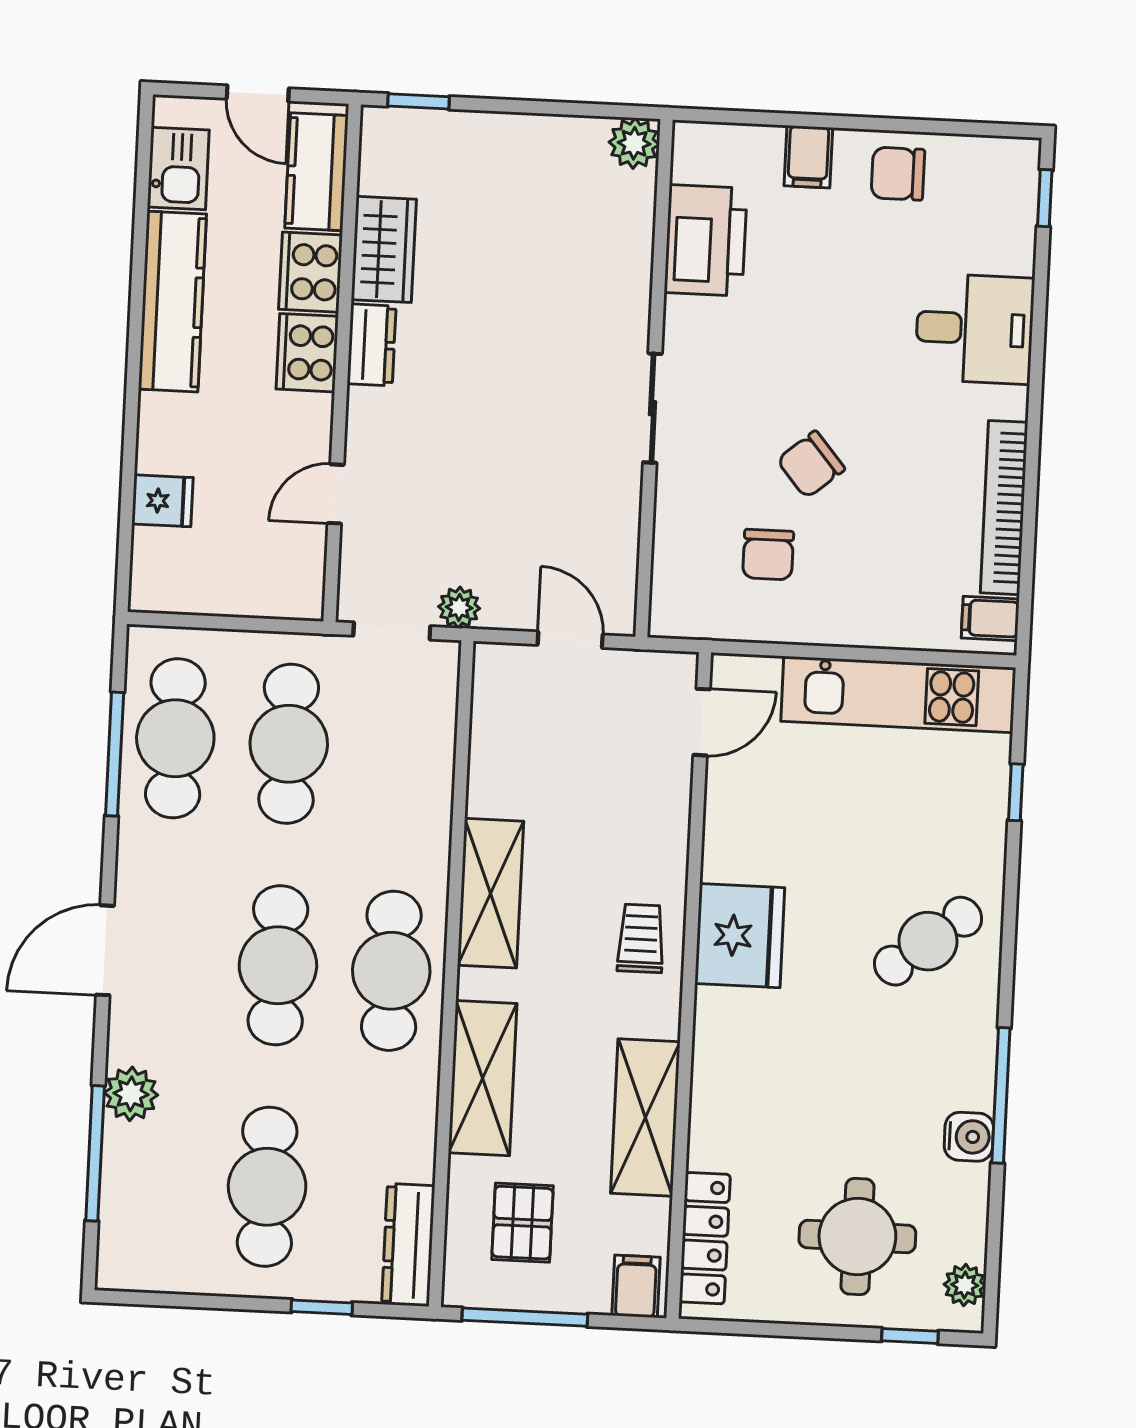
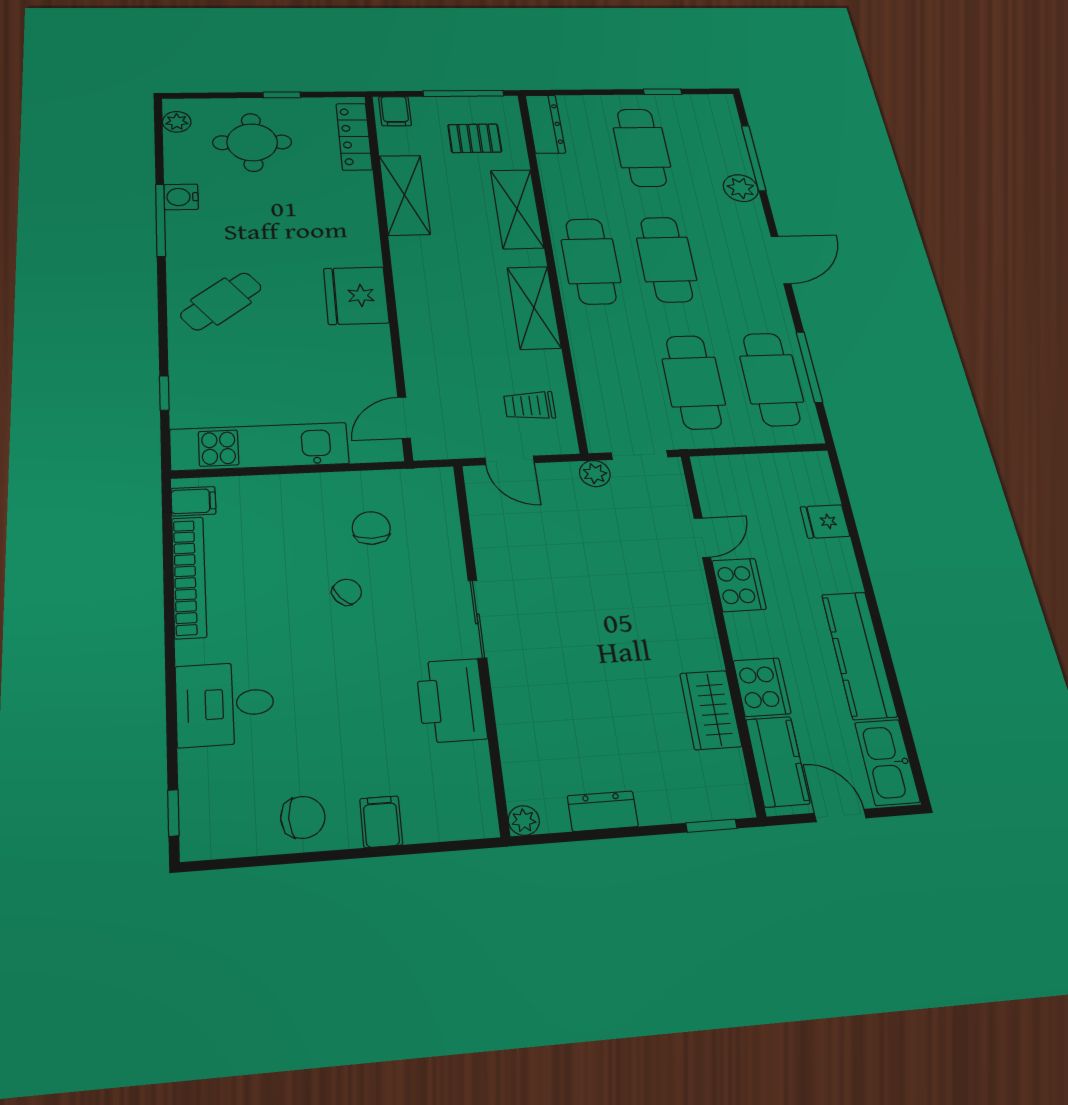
plant: (634, 143) -> (524, 820), width x0.73, depth x0.73
kitchen sink: (178, 168) -> (887, 762), width x1.38
printer: (706, 240) -> (451, 700), moved
dresser: (372, 345) -> (603, 811), moved, turned 90
cooker: (307, 353) -> (739, 585), moved
chair: (811, 465) -> (347, 592), width x0.73, depth x0.73
trolley: (641, 938) -> (530, 406), moved, turned 90
pallet: (522, 1223) -> (475, 138), turned 90
window: (322, 1307) -> (662, 92), moved
window: (910, 1336) -> (282, 95), moved

